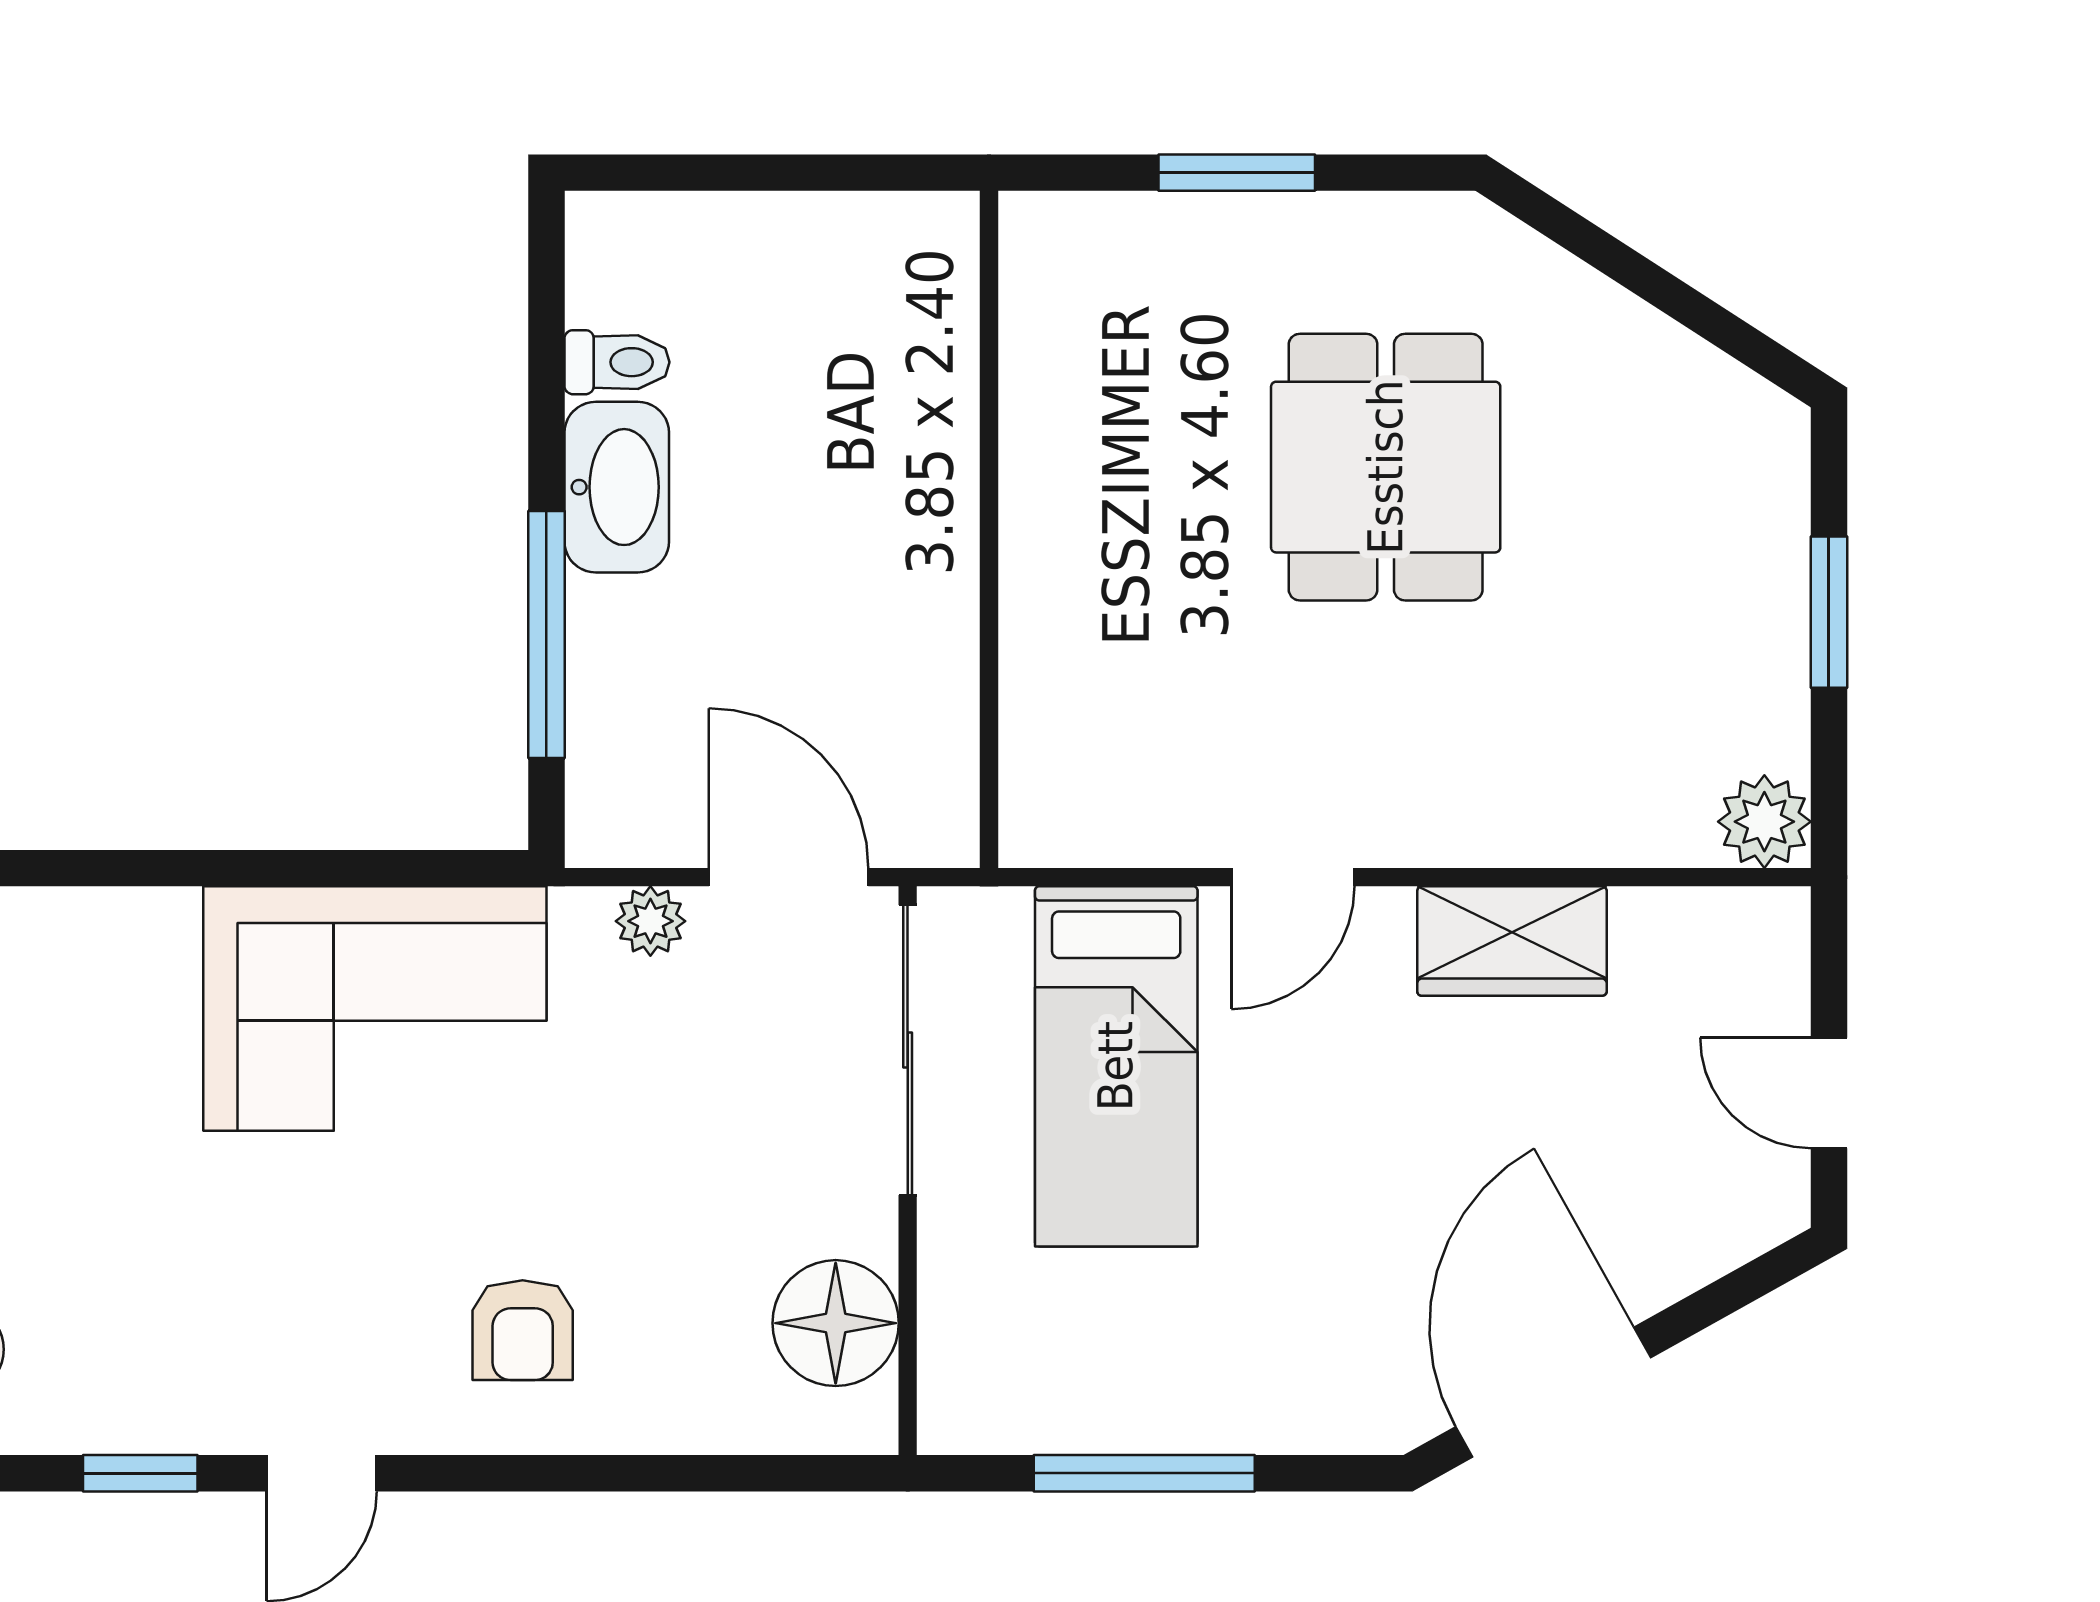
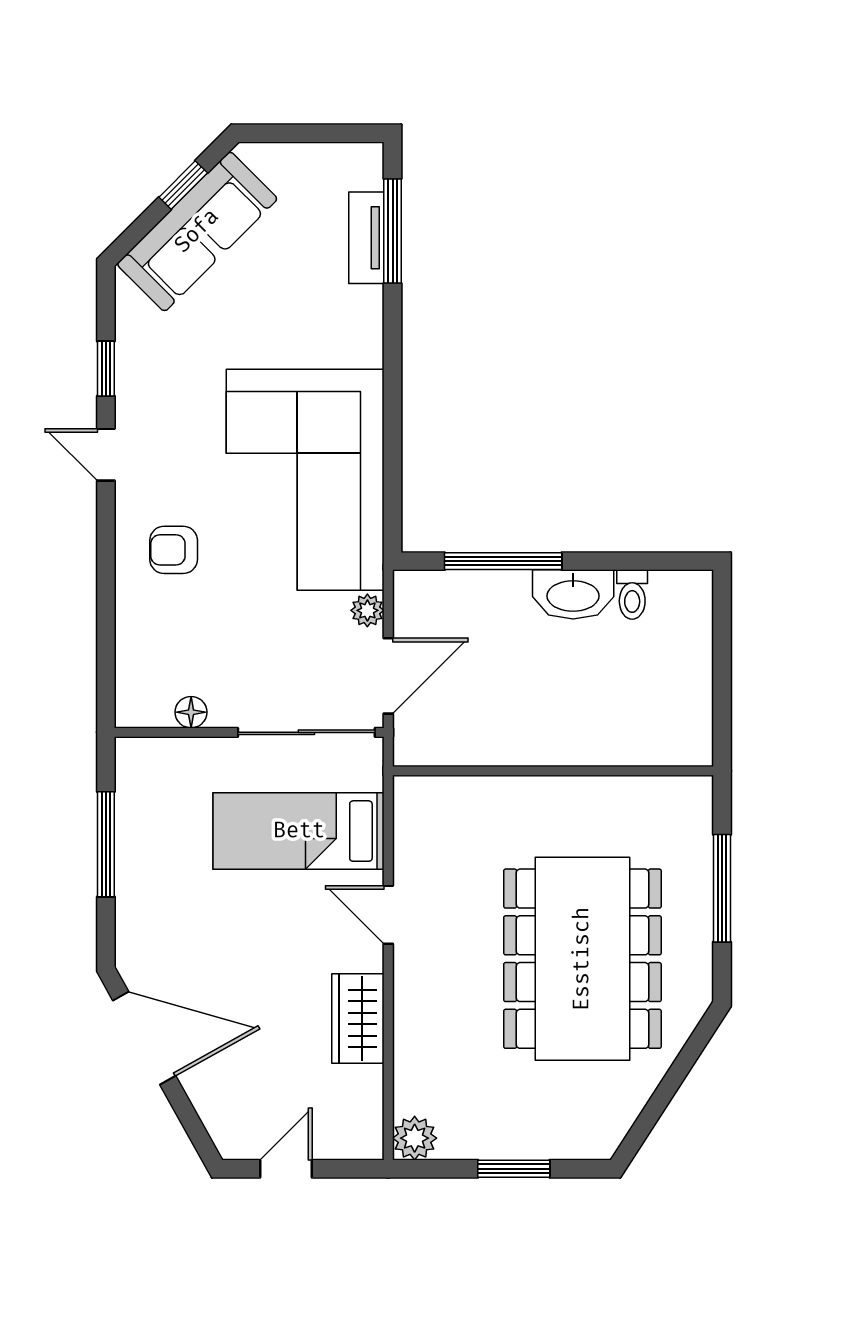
window: (1237, 173) -> (722, 888), width x1.44
dining table: (1386, 467) -> (582, 959), width x1.88, depth x1.24
corner sofa: (375, 1009) -> (305, 480), width x1.36, depth x1.36
floor lamp: (836, 1323) -> (191, 712), width x0.53, depth x0.53

